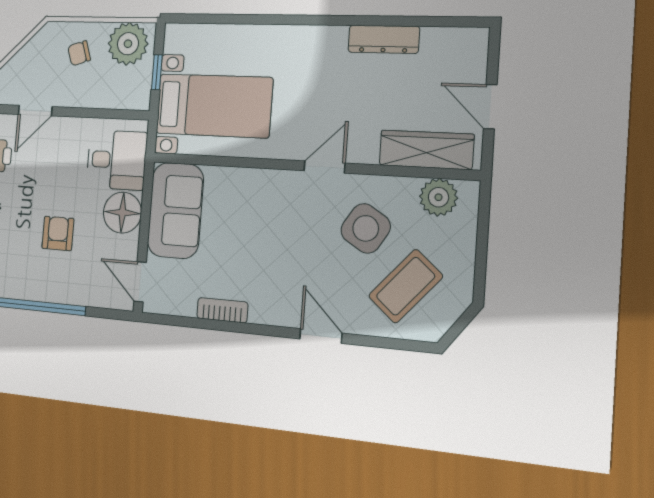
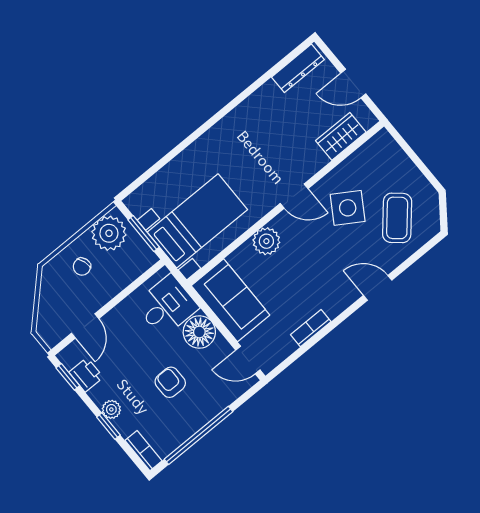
dresser: (384, 39) -> (298, 68), moved
window: (157, 72) -> (144, 233), width x1.50
wardrobe: (426, 150) -> (341, 136), width x0.67
door: (325, 167) -> (294, 196), swing flipped
plant: (438, 197) -> (266, 241), moved

